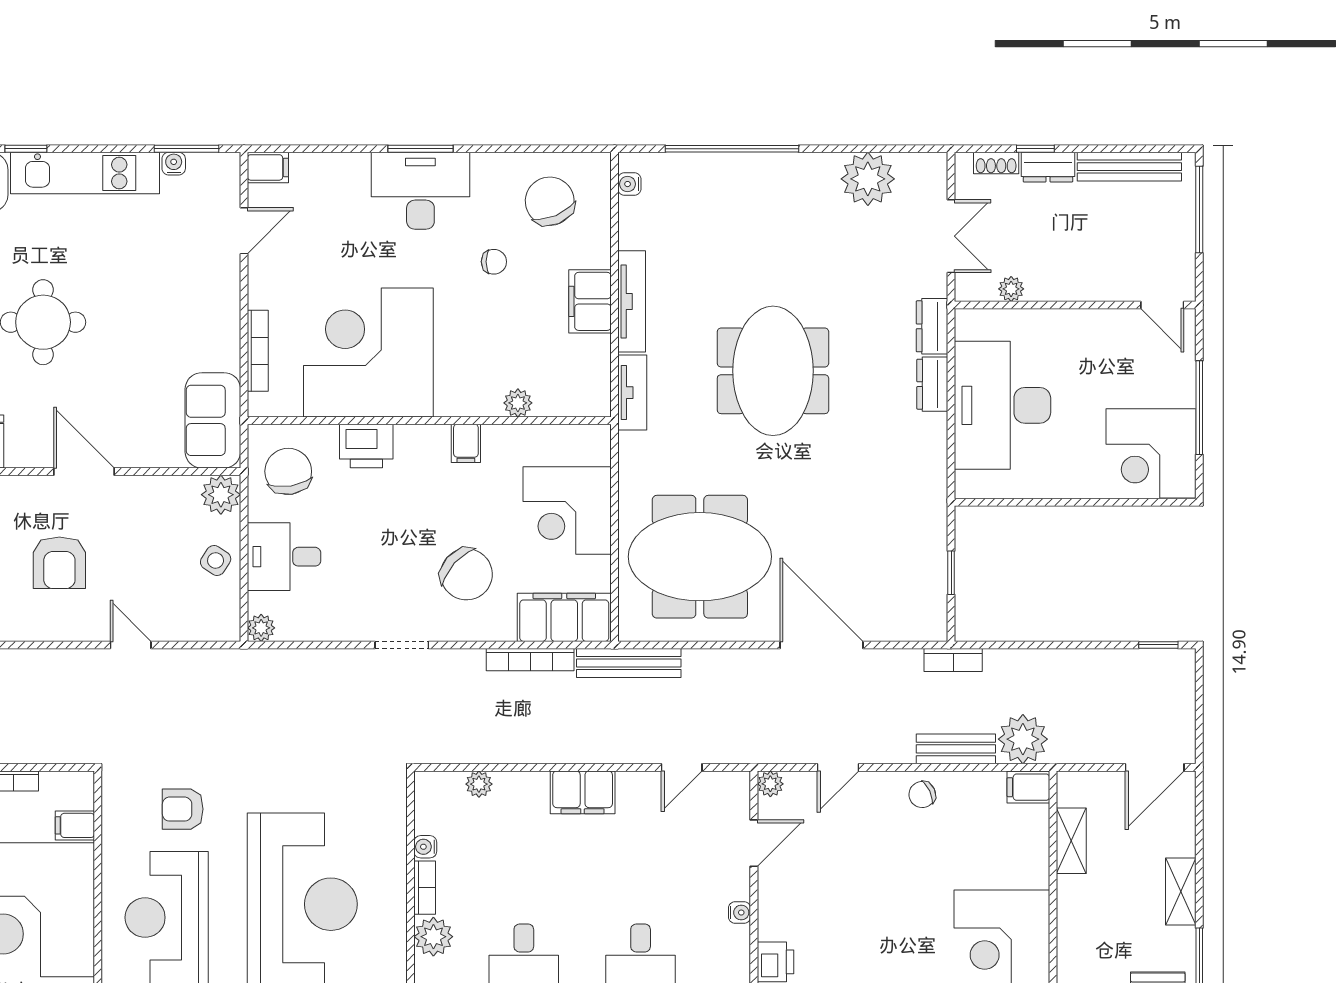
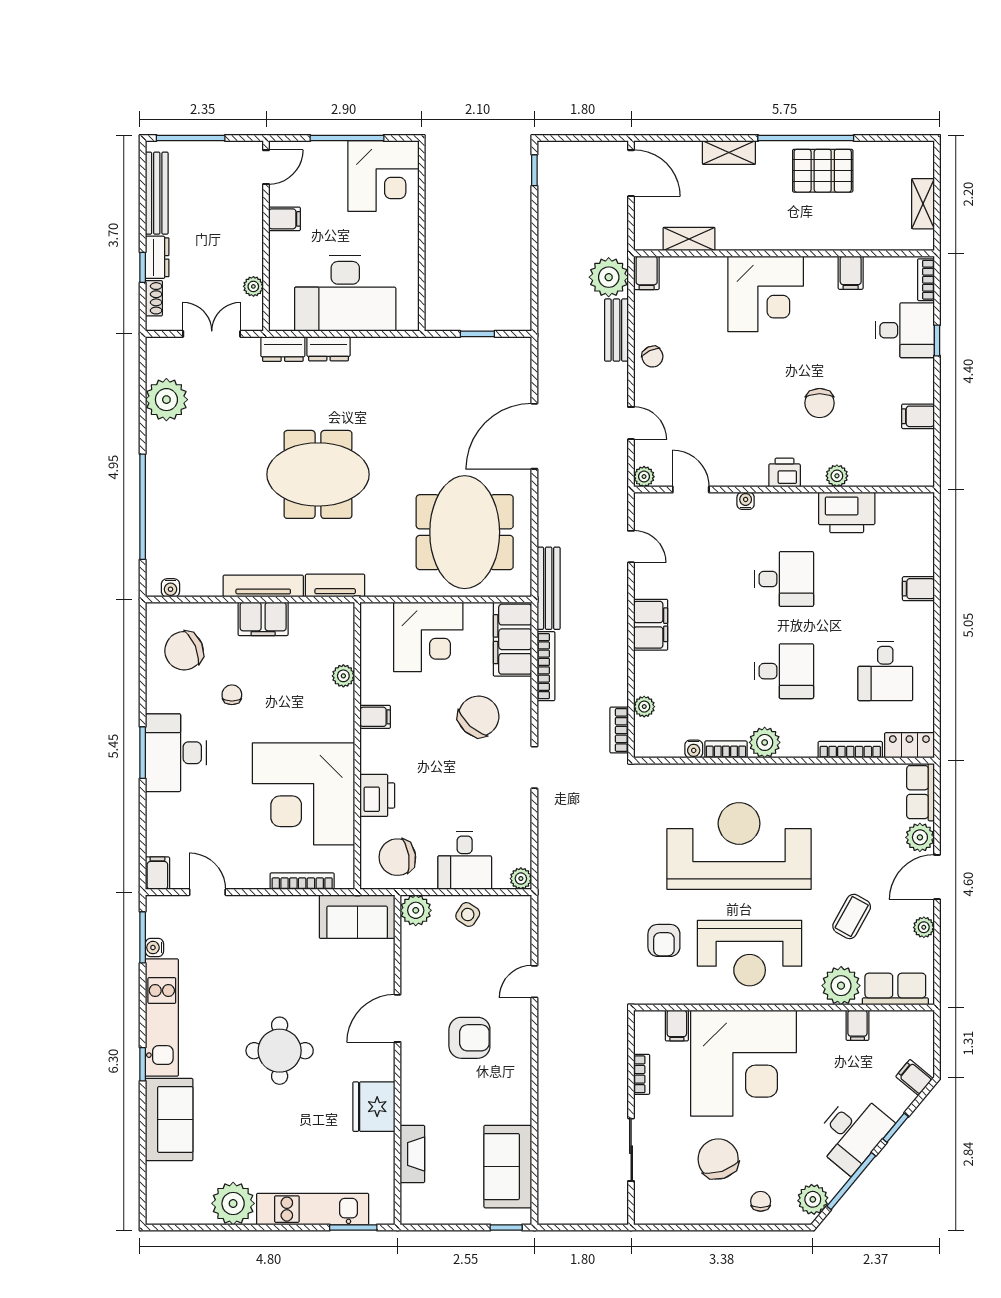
filing cabinet: (1097, 328) -> (285, 219), added
bookcase: (953, 660) -> (619, 730), moved, turned 180

